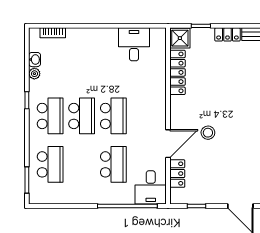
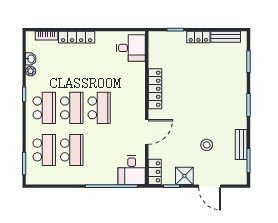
locker: (87, 35) -> (77, 37), added
shower: (180, 38) -> (184, 176), moved
desk: (134, 44) -> (131, 48), moved, turned 90
locker: (177, 72) -> (155, 89), moved
stool: (208, 133) -> (207, 145), moved
school desk: (113, 164) -> (72, 150), moved
locker: (177, 174) -> (155, 172), moved

